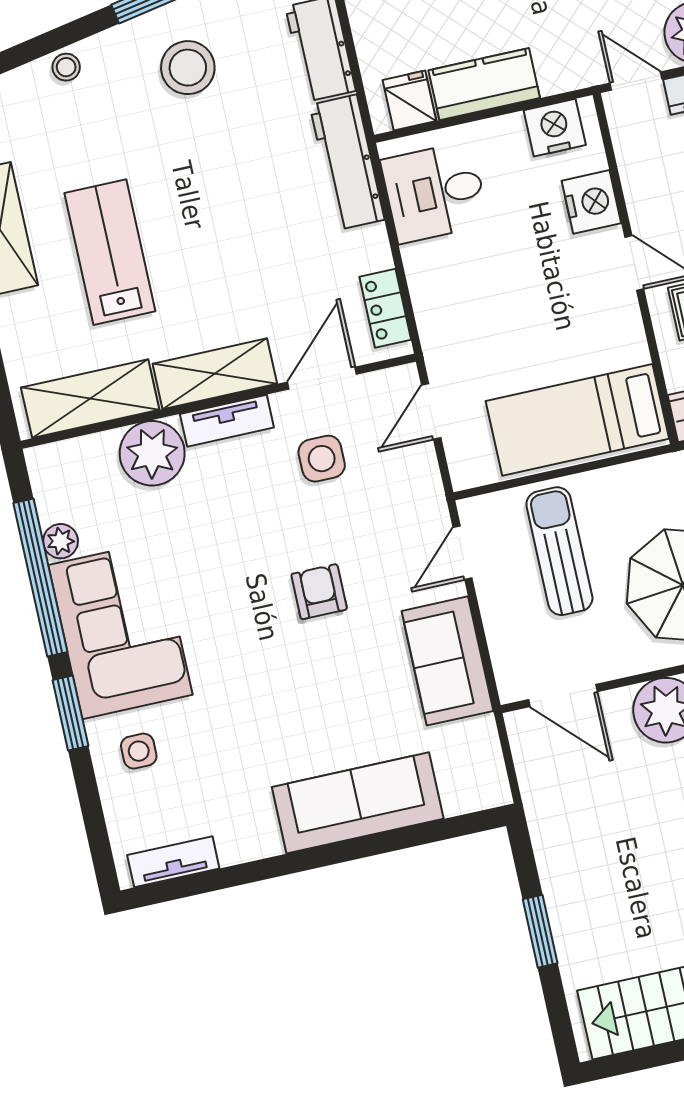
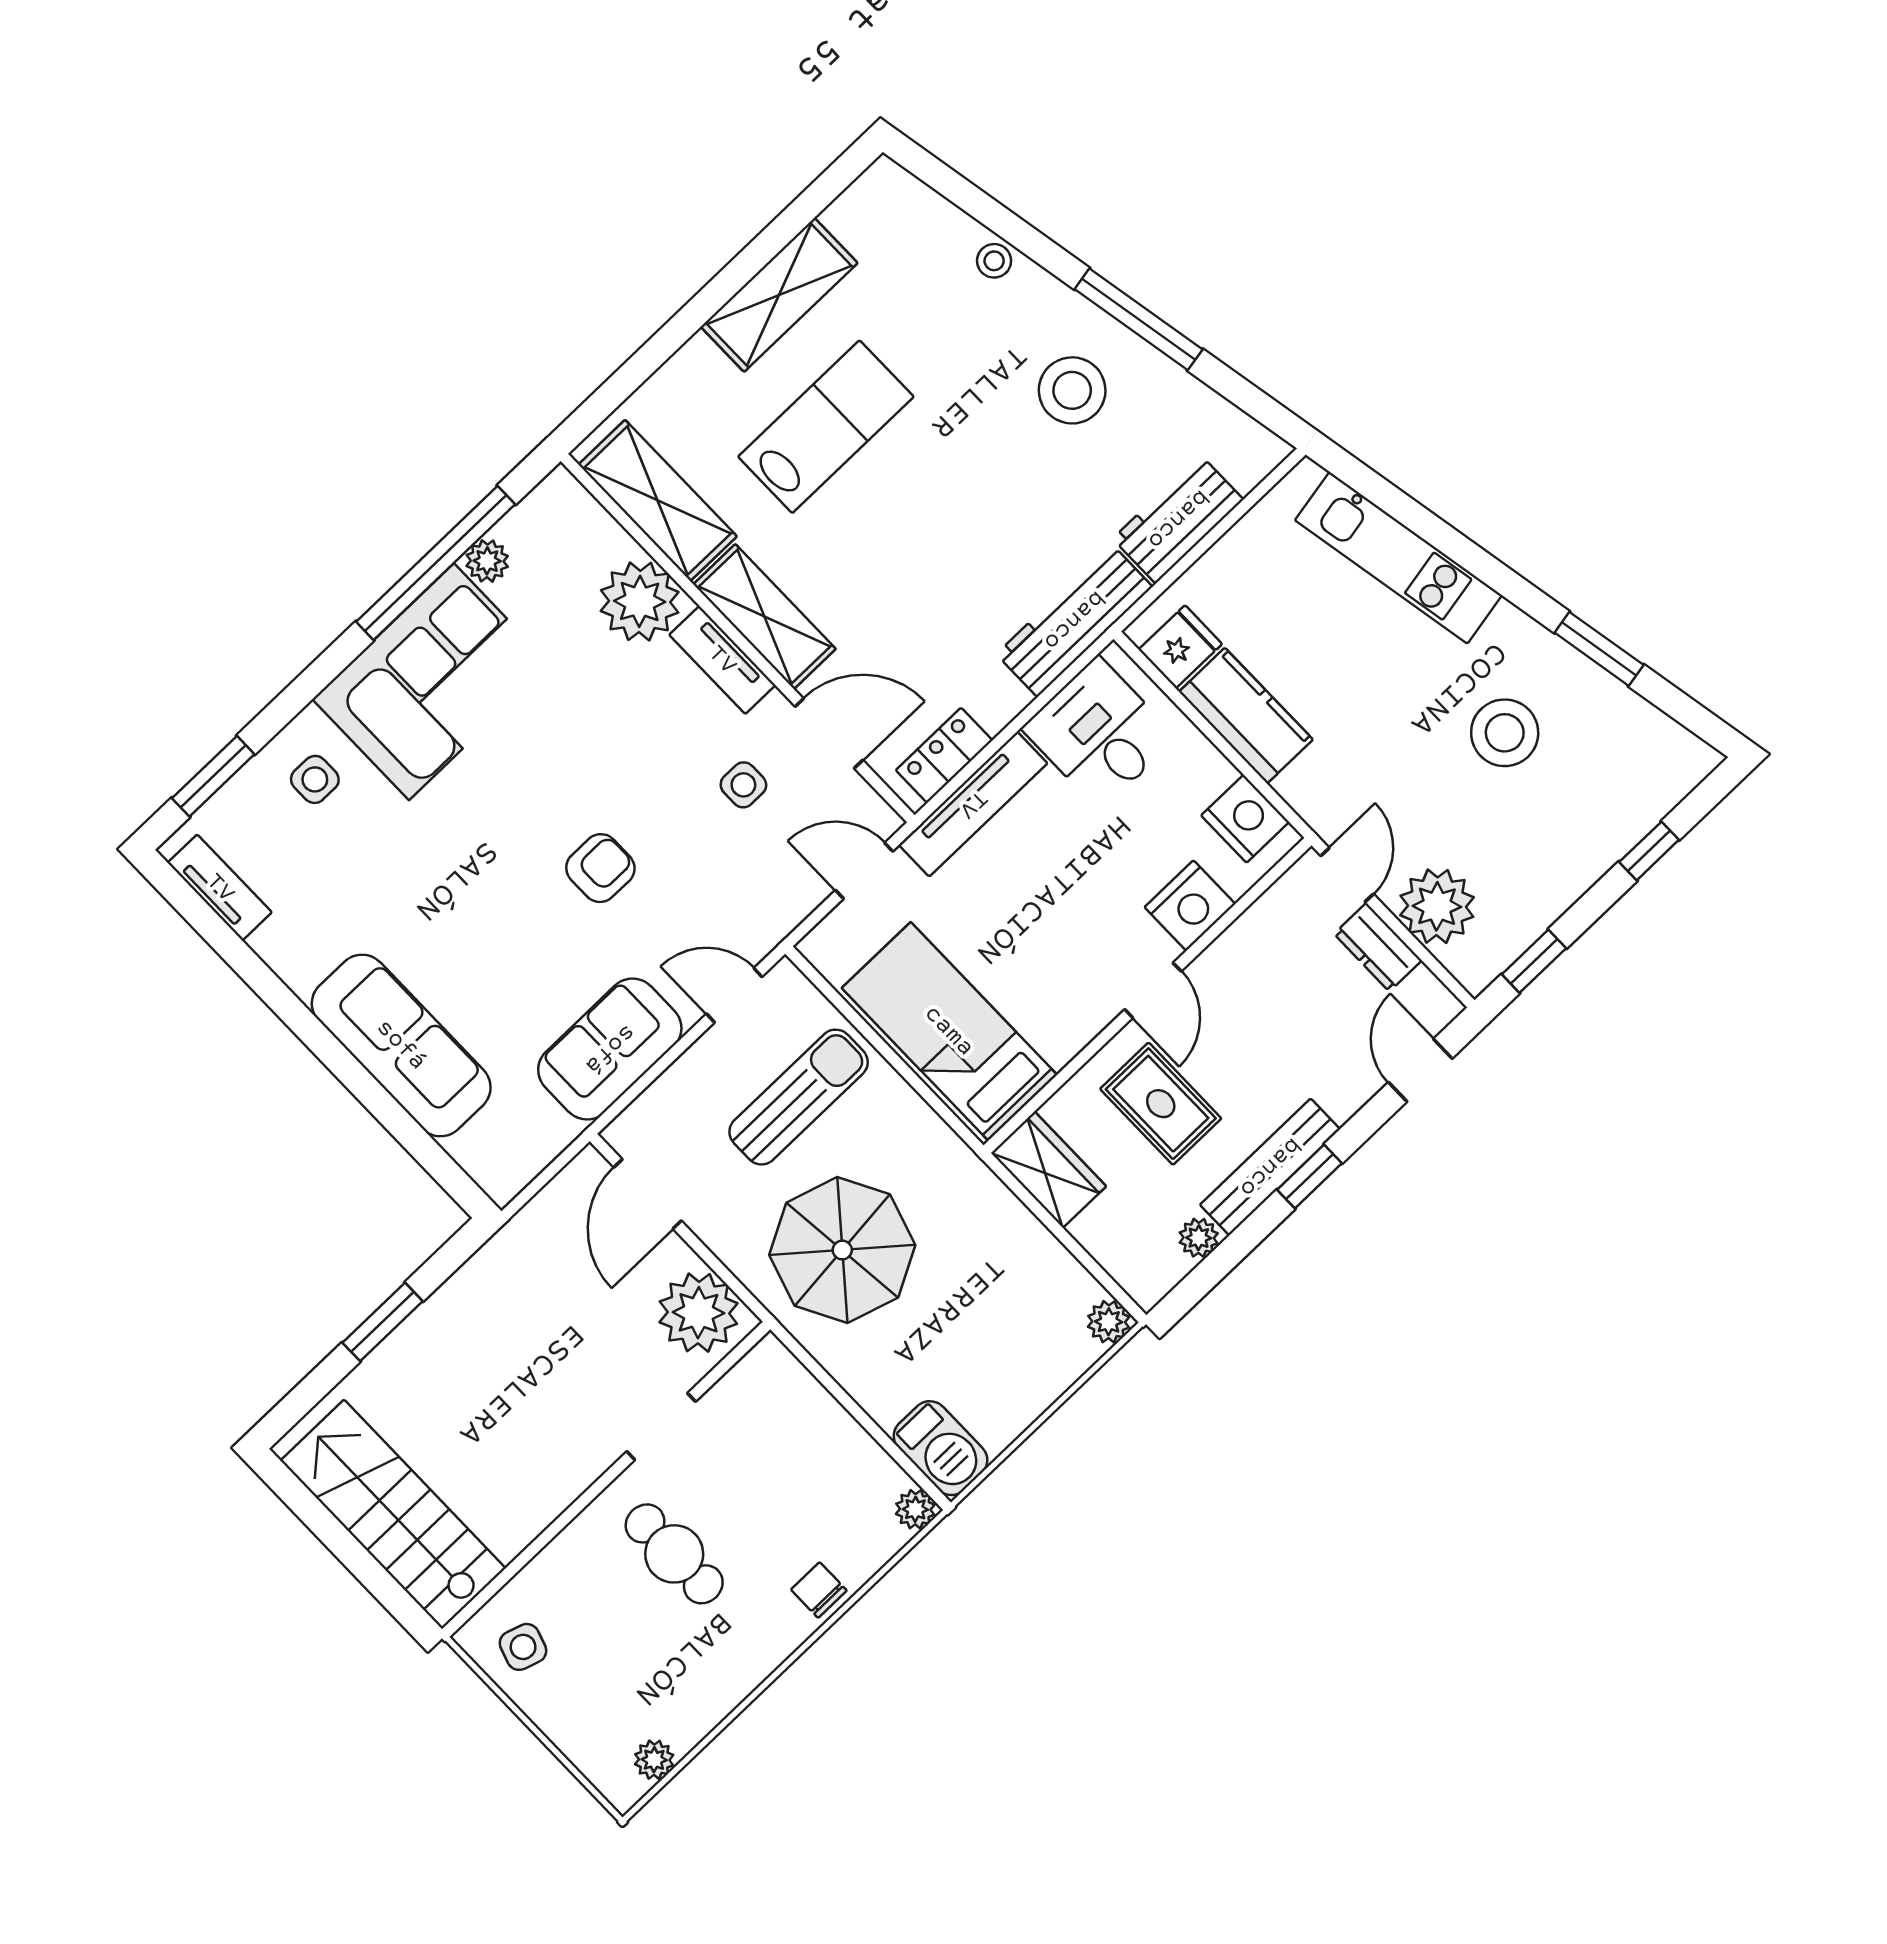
tv unit: (431, 309) -> (973, 804), added
side table: (322, 459) -> (743, 785), width x0.73, depth x0.73
window: (70, 713) -> (213, 776), moved

